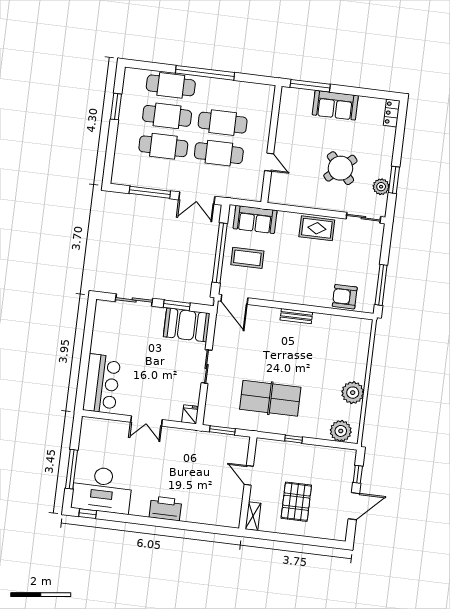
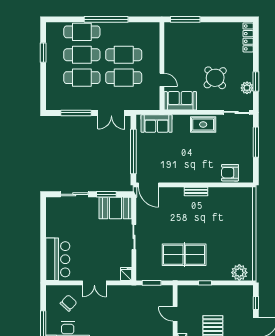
sofa: (335, 105) -> (180, 101), moved, turned 180
locker: (392, 113) -> (248, 37), width x1.53
coffee table: (247, 258) -> (154, 153), removed
window: (381, 285) -> (256, 142), moved
plant: (353, 393) -> (245, 243), removed
chair: (109, 444) -> (69, 303), added

